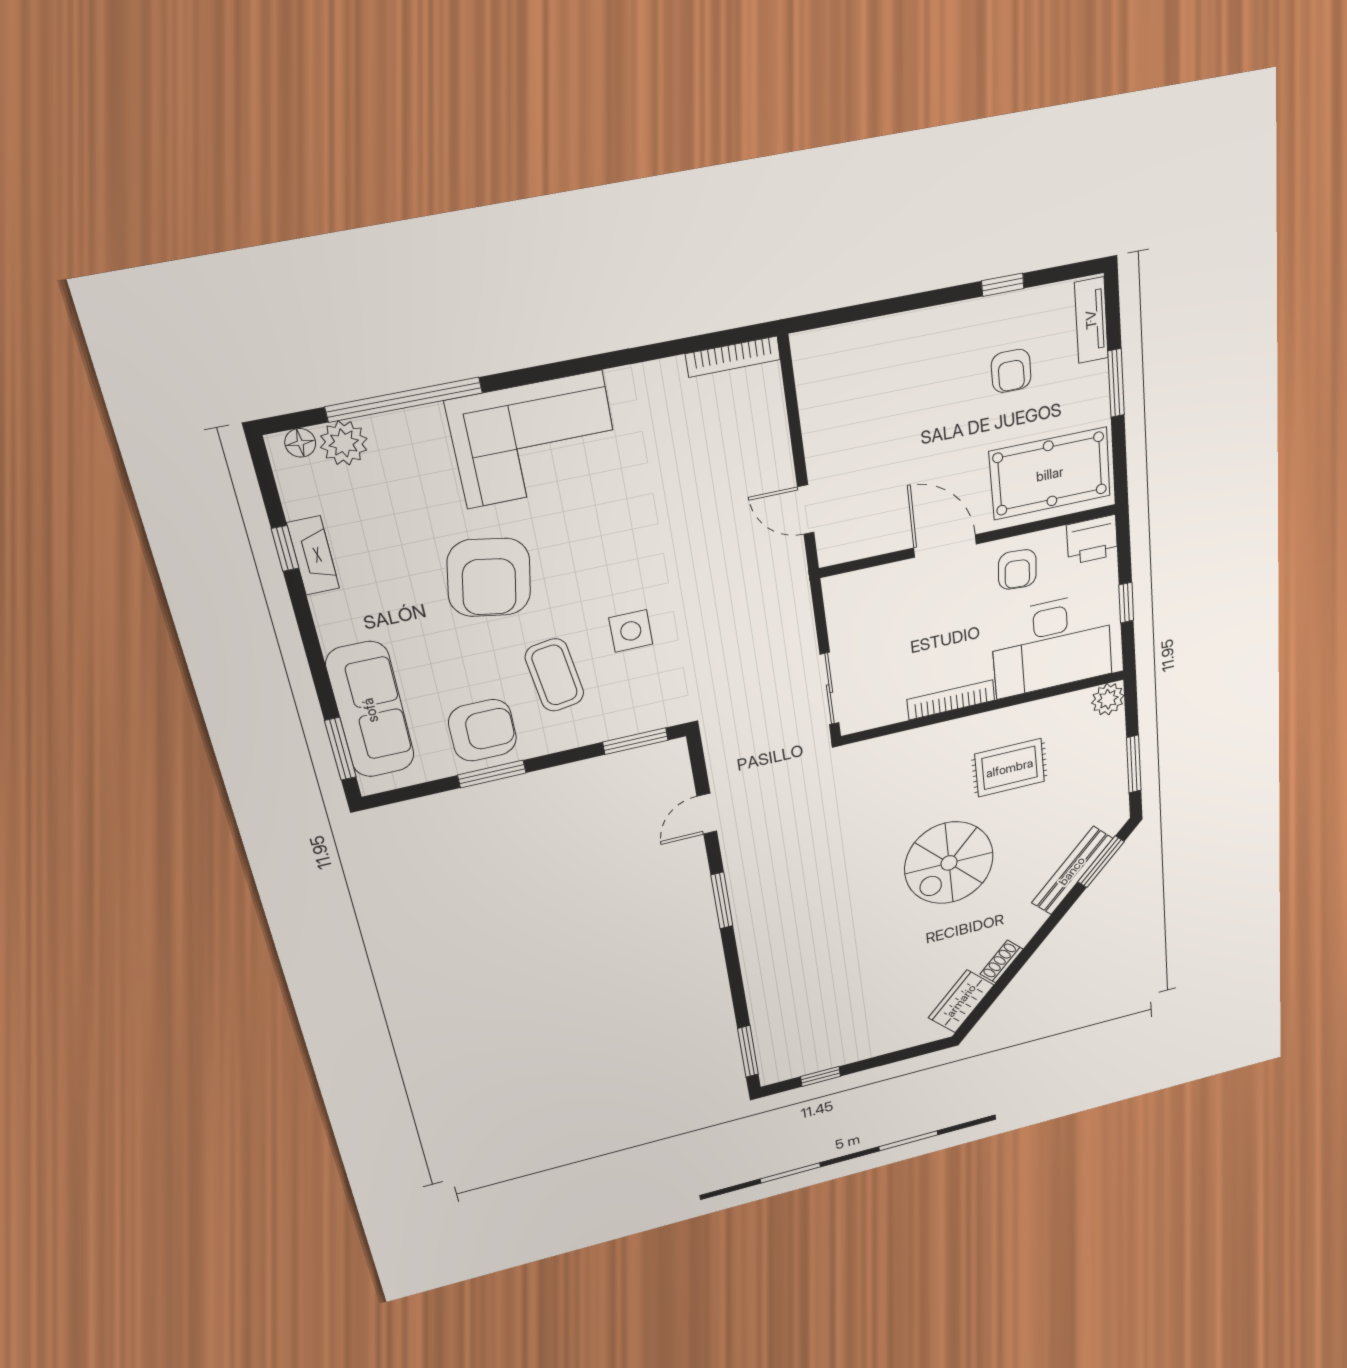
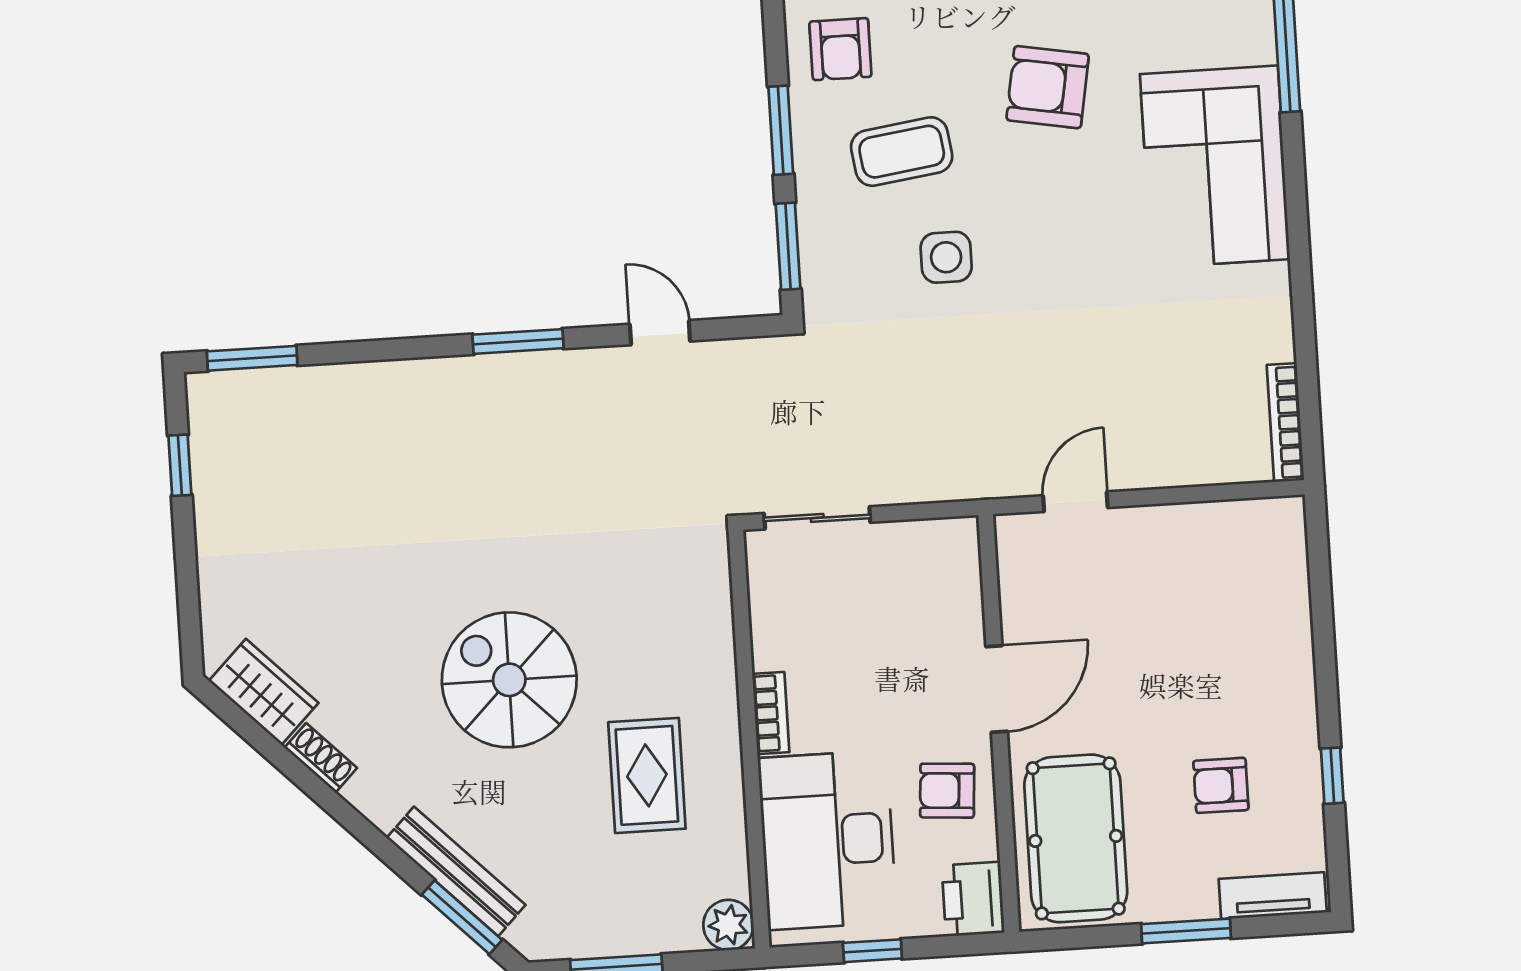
armchair: (489, 578) -> (1048, 87), width x0.73, depth x0.73
bookcase: (951, 700) -> (771, 713), width x0.64
armchair: (483, 730) -> (840, 49), width x0.72, depth x0.72
window: (492, 774) -> (781, 130), moved

